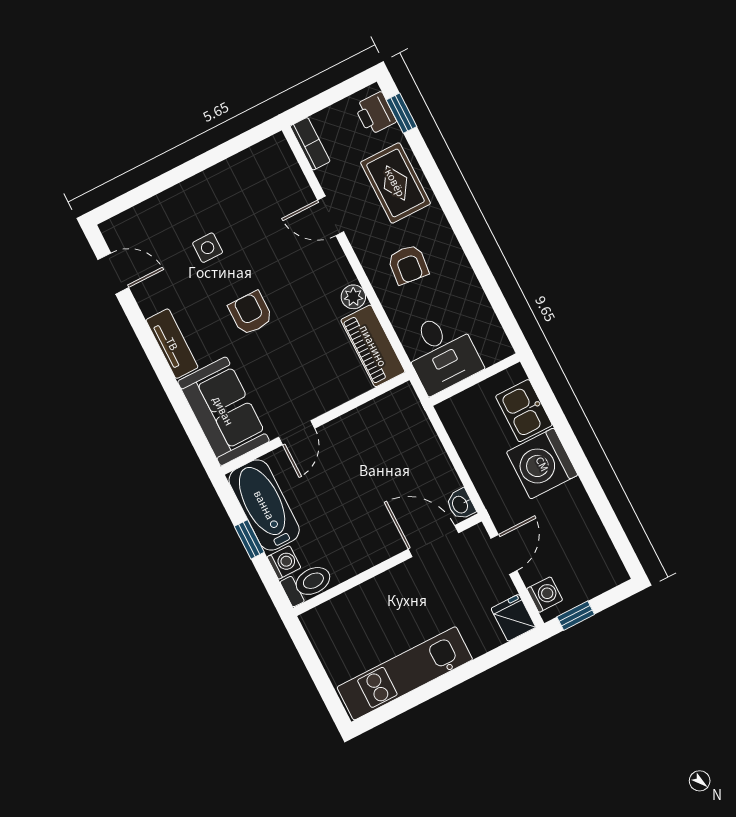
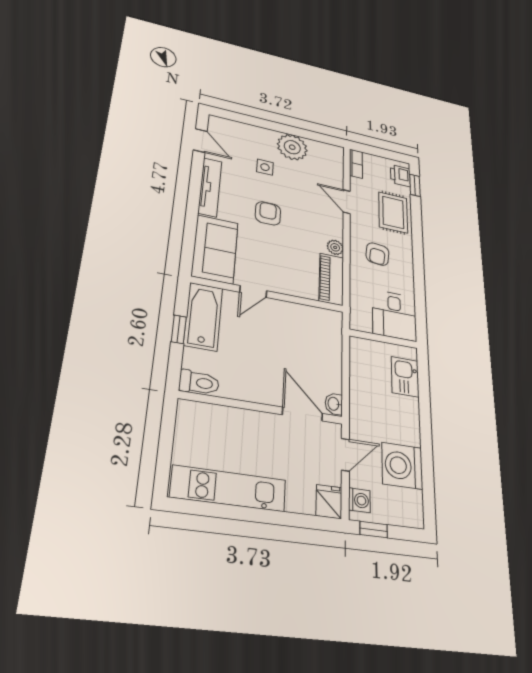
plant: (220, 188) -> (292, 147), added
tv unit: (172, 344) -> (210, 187), width x1.41
desk: (442, 353) -> (394, 315), moved
washing machine: (542, 464) -> (402, 466), moved
washing machine: (284, 562) -> (192, 359), removed

